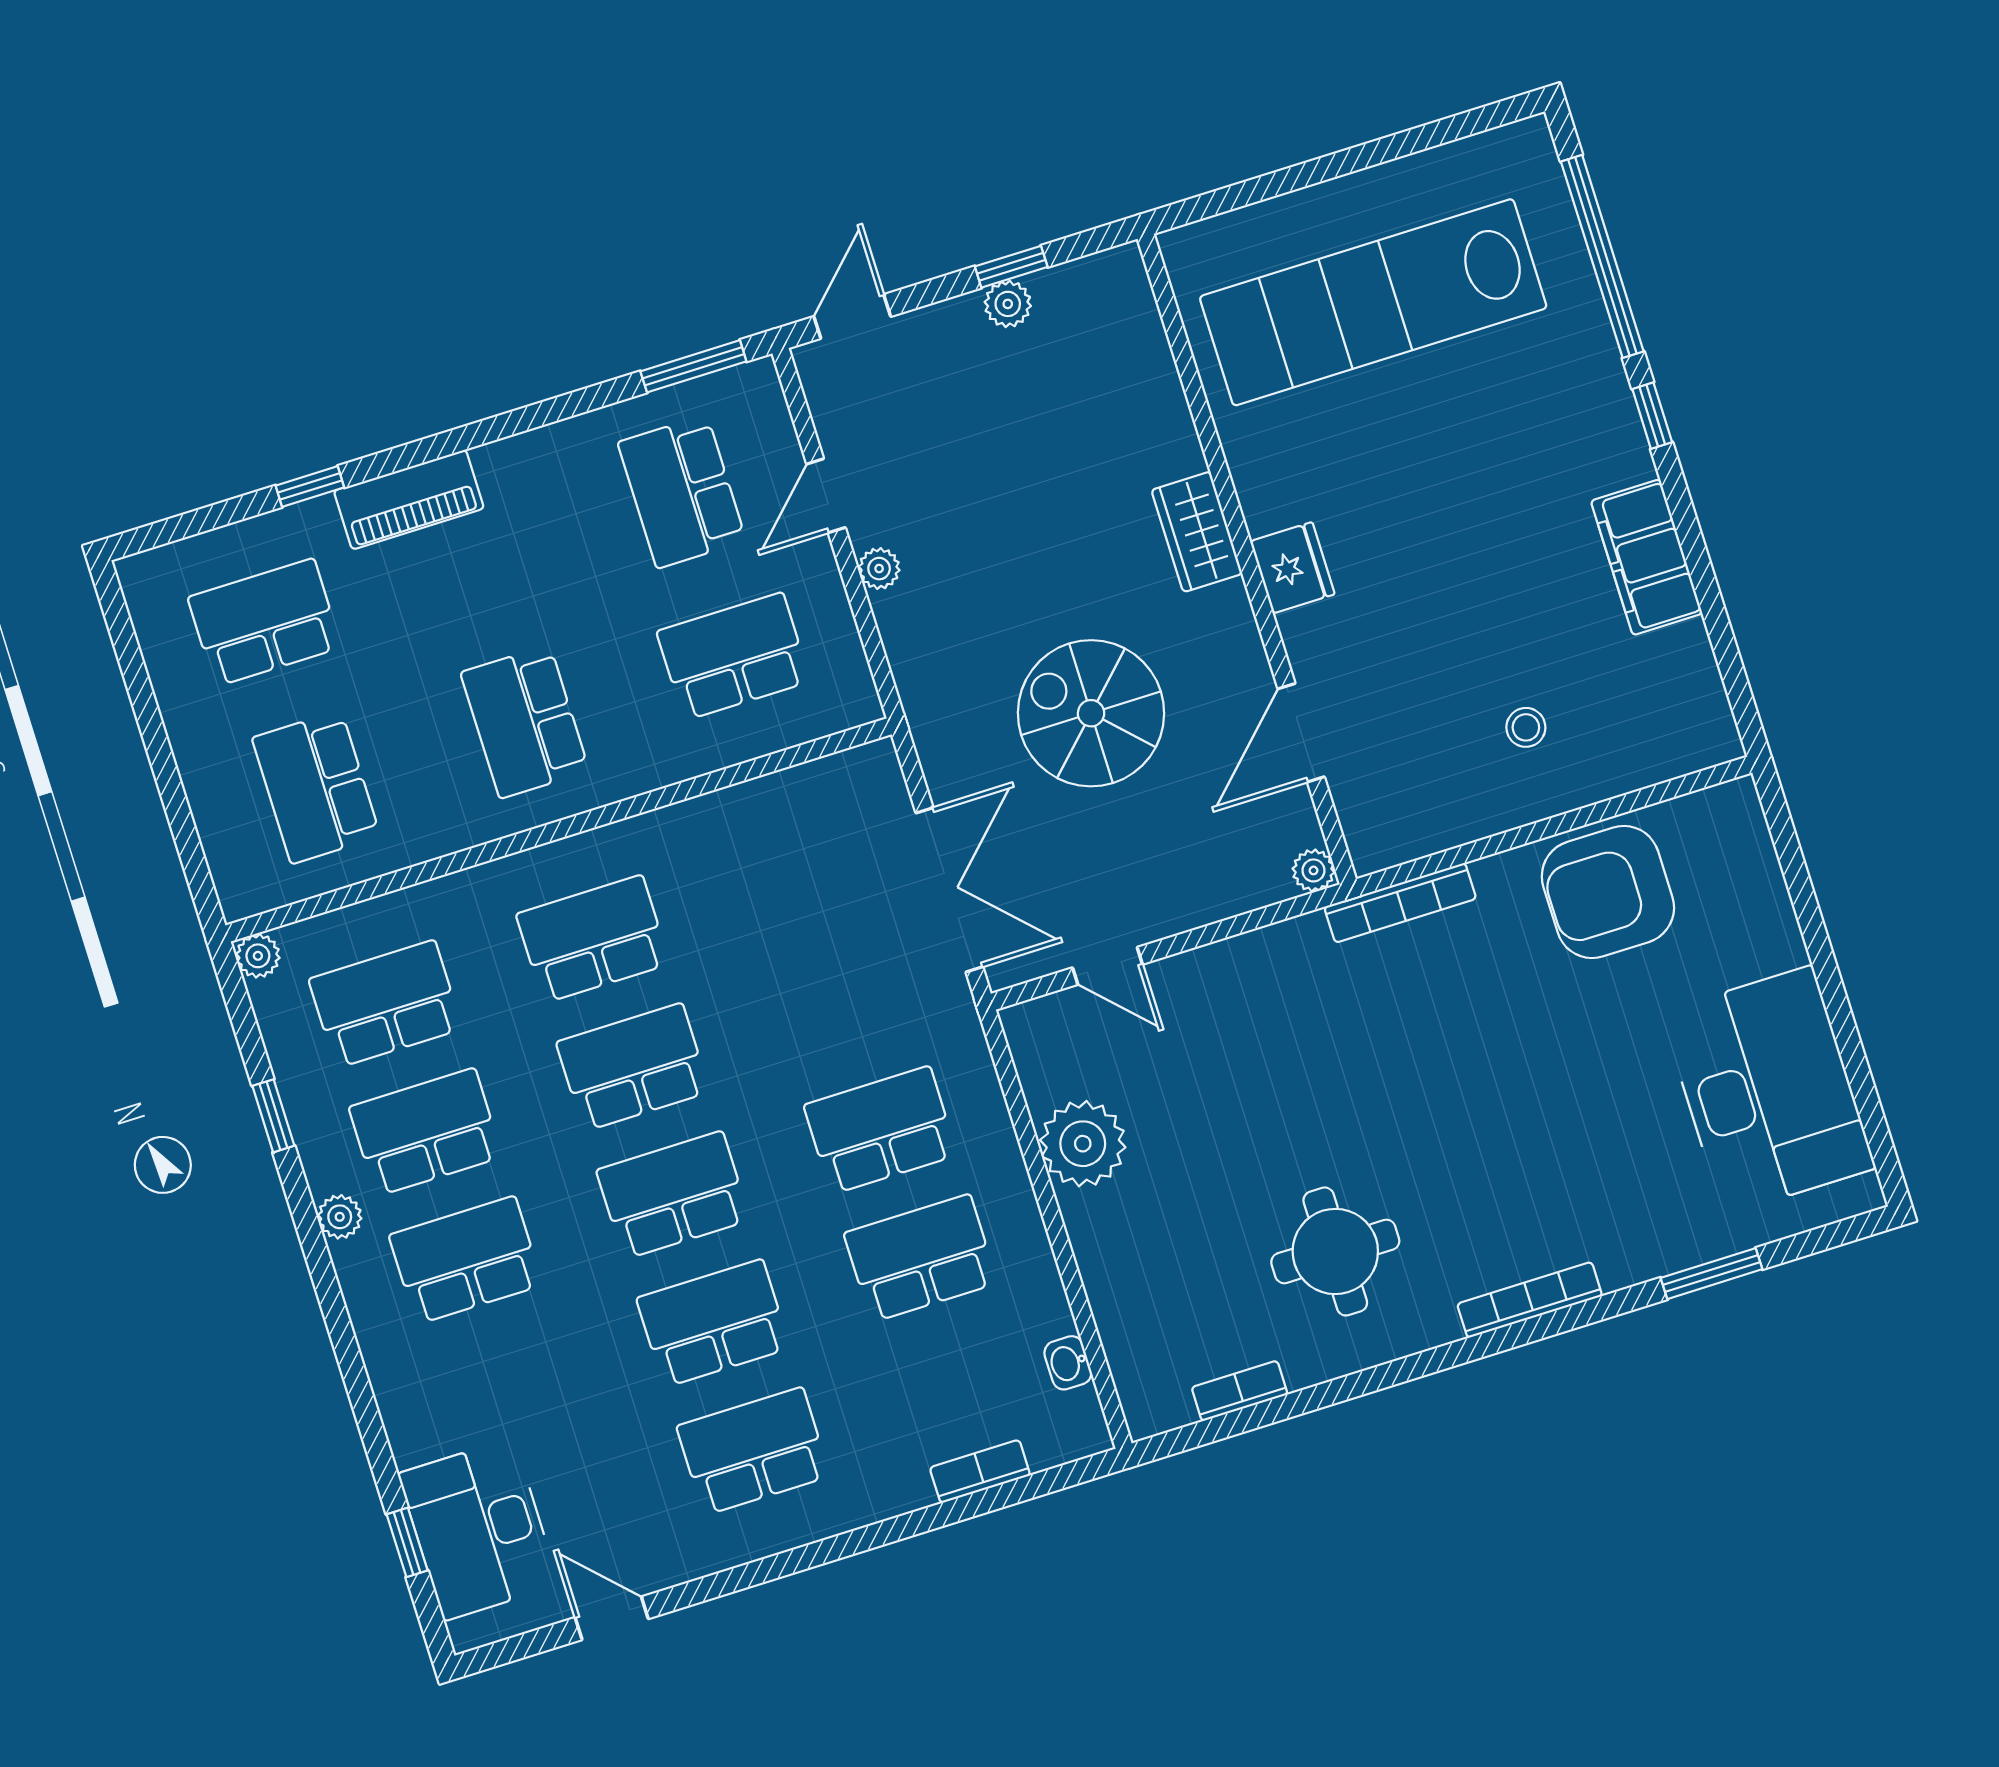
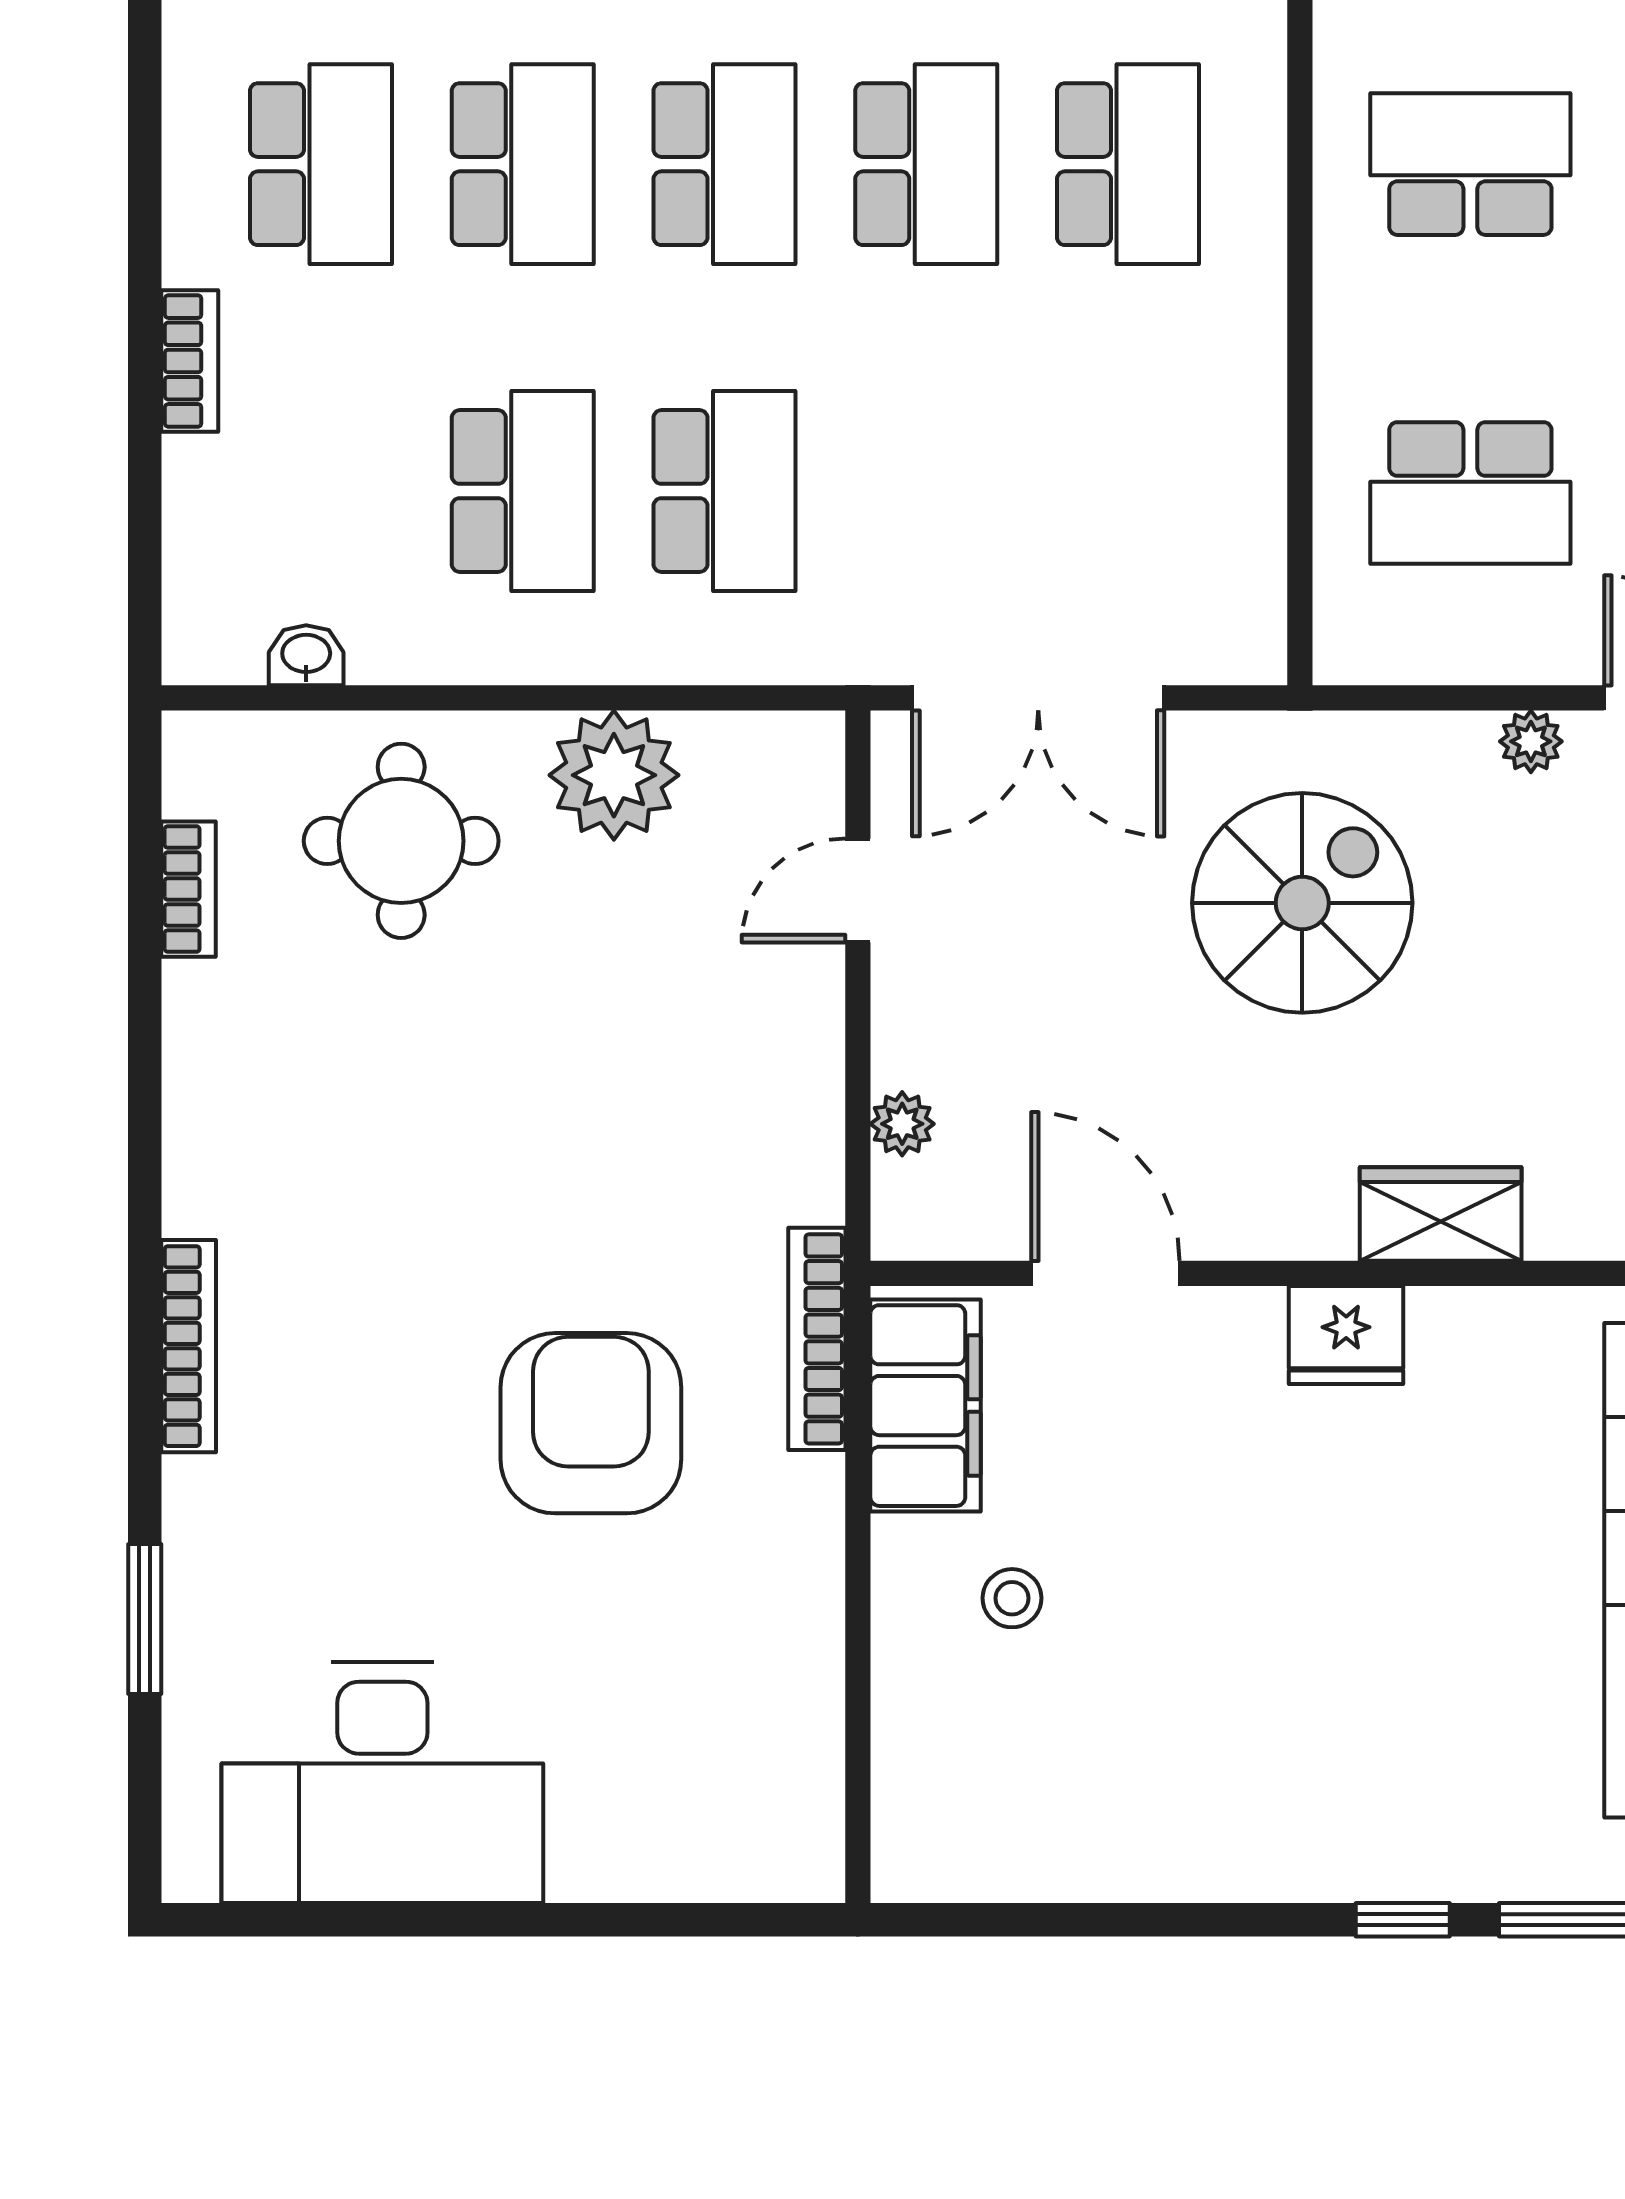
filing cabinet: (1647, 557) -> (925, 1406), moved, turned 90
school desk: (733, 656) -> (1470, 493), turned 90
spiral stairs: (1091, 713) -> (1302, 903), moved
plant: (1314, 870) -> (902, 1124), moved
armchair: (1608, 892) -> (591, 1423), moved
round table: (1335, 1251) -> (401, 841), moved
bookcase: (980, 1471) -> (190, 361), moved

